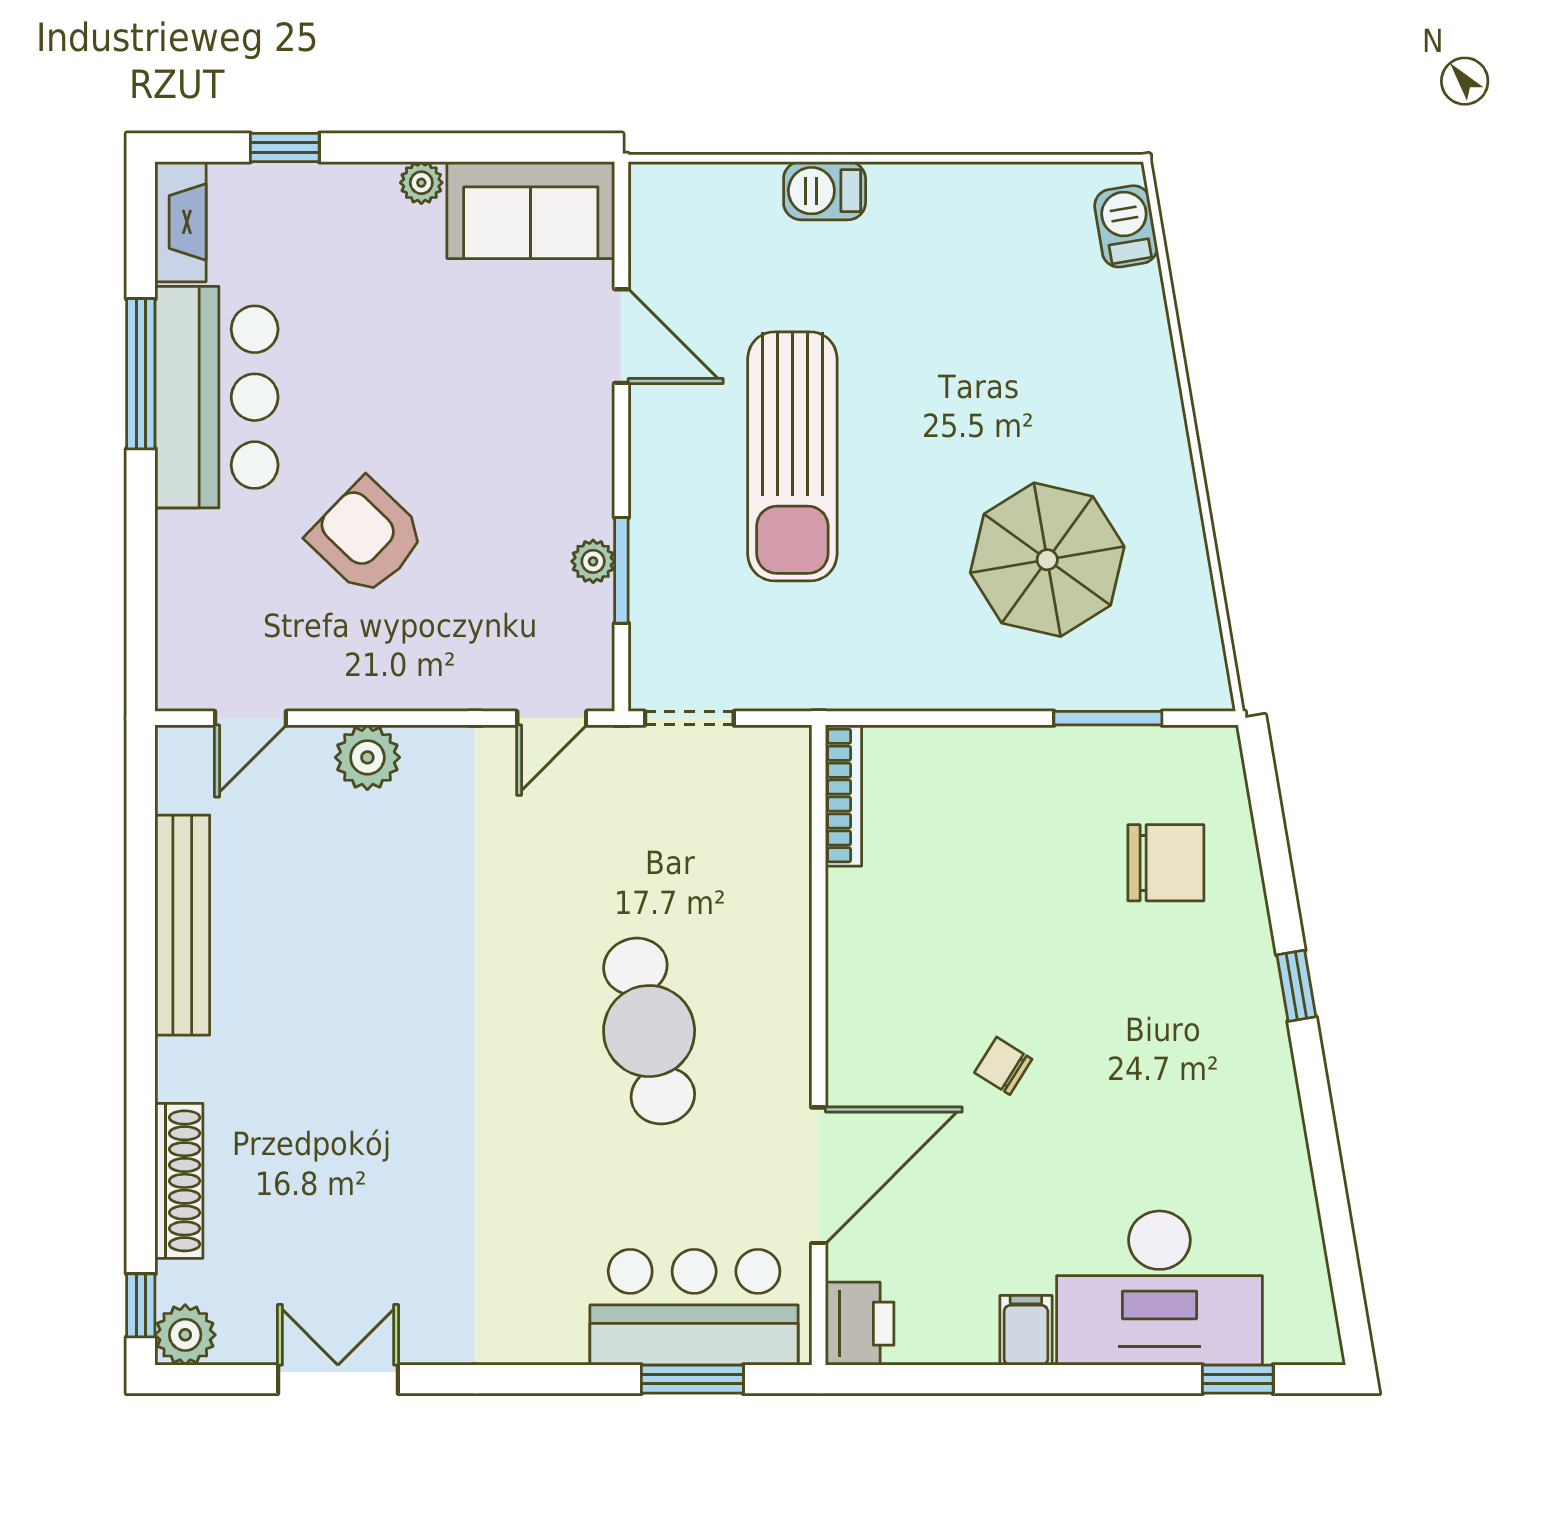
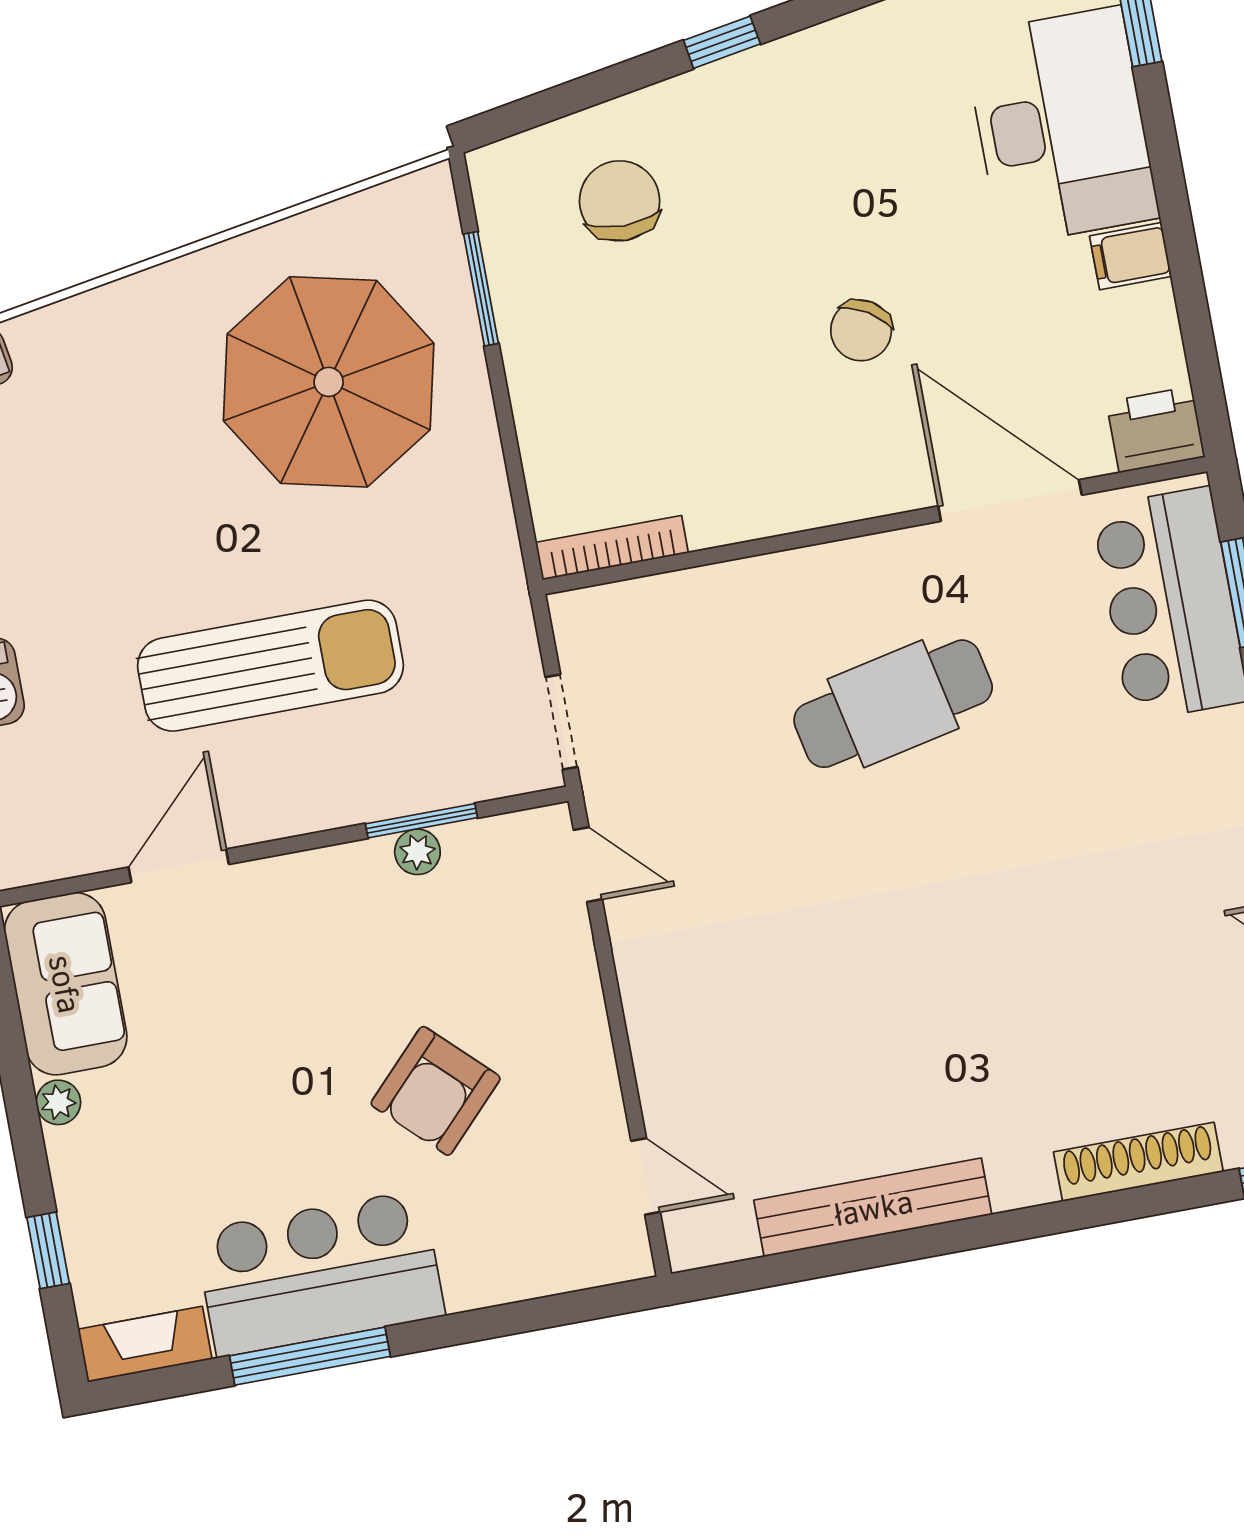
parasol: (1047, 560) -> (329, 382), width x1.36, depth x1.36
plant: (367, 757) -> (664, 1048), removed
chair: (1003, 1066) -> (861, 330), width x1.37, depth x1.37

